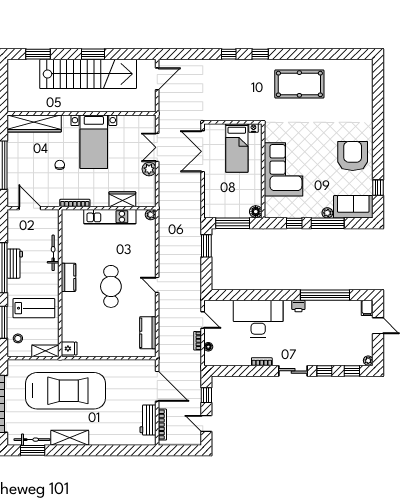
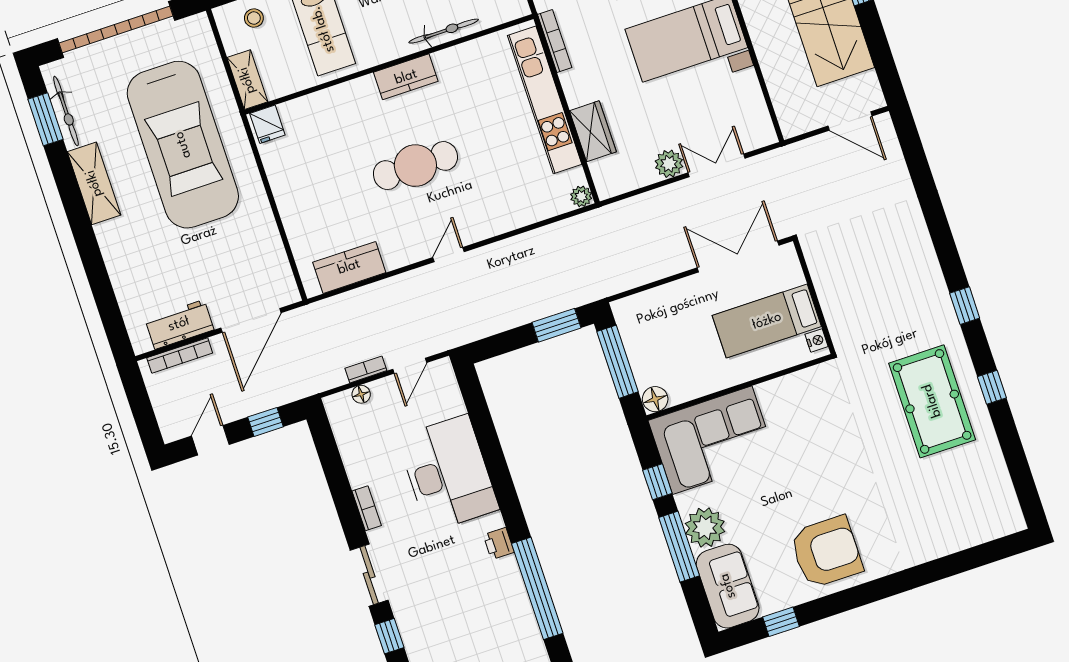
window: (229, 54) -> (992, 387), moved
corner sofa: (283, 169) -> (712, 440), moved
plant: (327, 213) -> (705, 527), width x1.88, depth x1.88
kitchen unit: (110, 217) -> (545, 100), width x1.36

